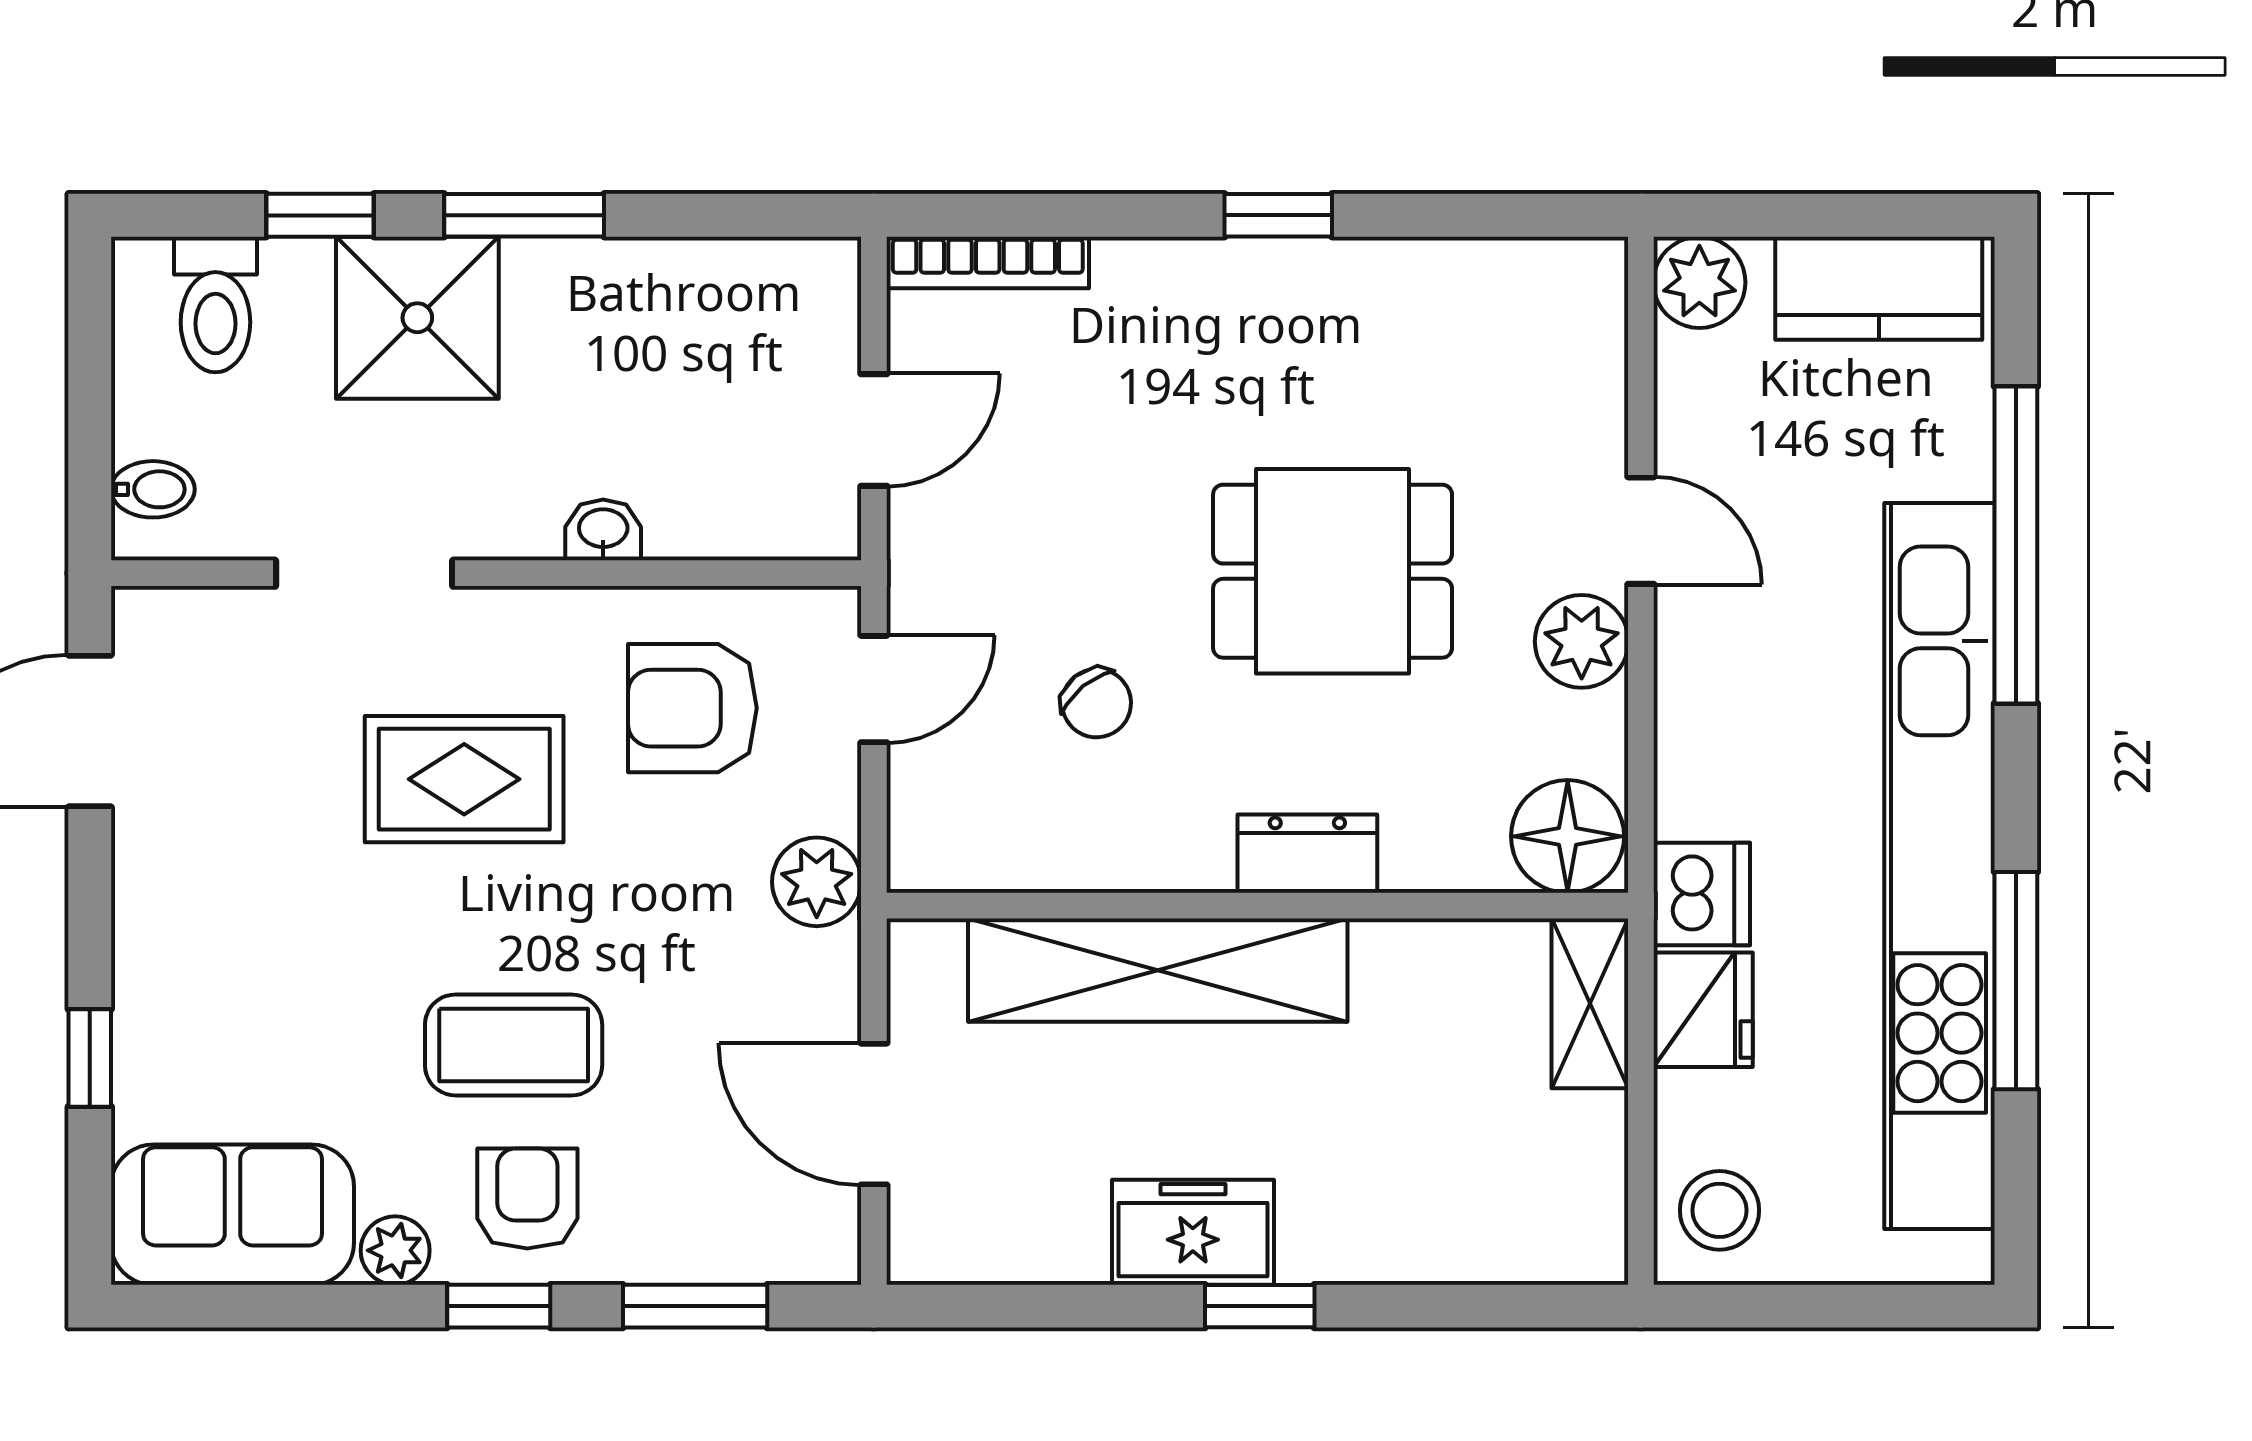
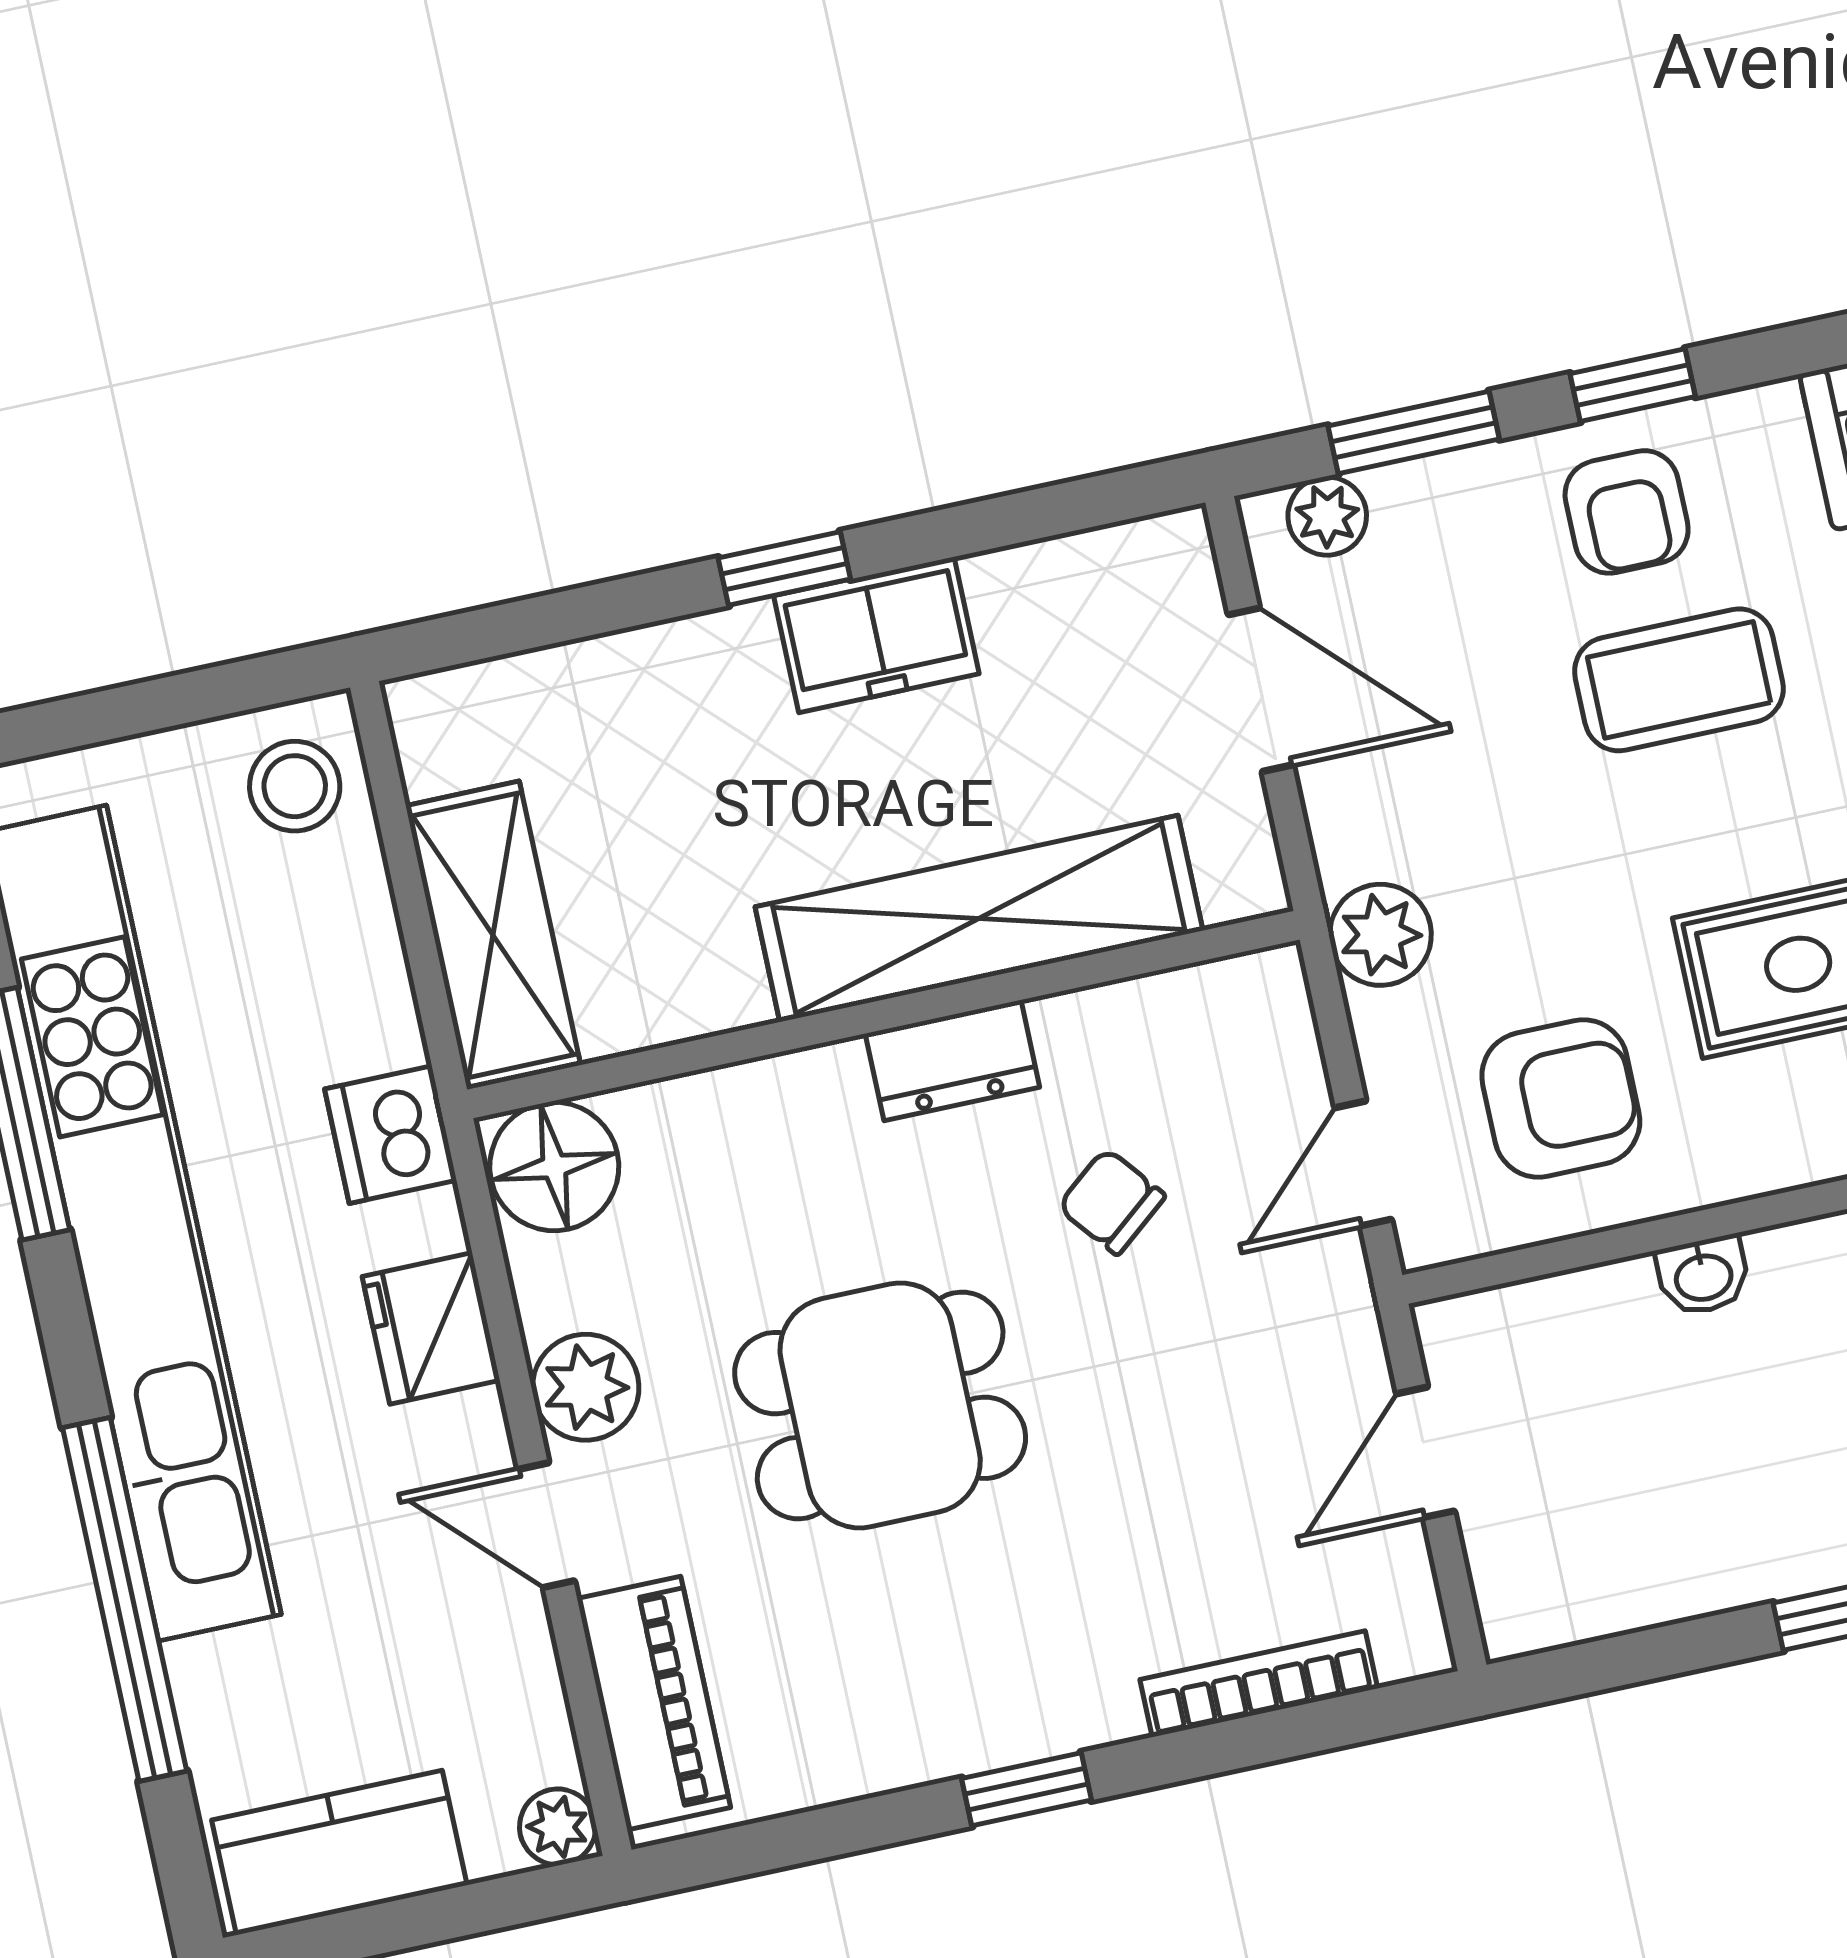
bookcase: (988, 262) -> (1259, 1684), moved
plant: (1699, 282) -> (558, 1827), width x0.73, depth x0.73
piano: (1582, 358) -> (654, 1703), added
dresser: (1307, 854) -> (952, 1060), moved
shelving: (1590, 1003) -> (493, 935), width x1.50, depth x1.33
fridge: (1703, 1010) -> (431, 1328), moved
plant: (395, 1250) -> (1327, 516), moved

